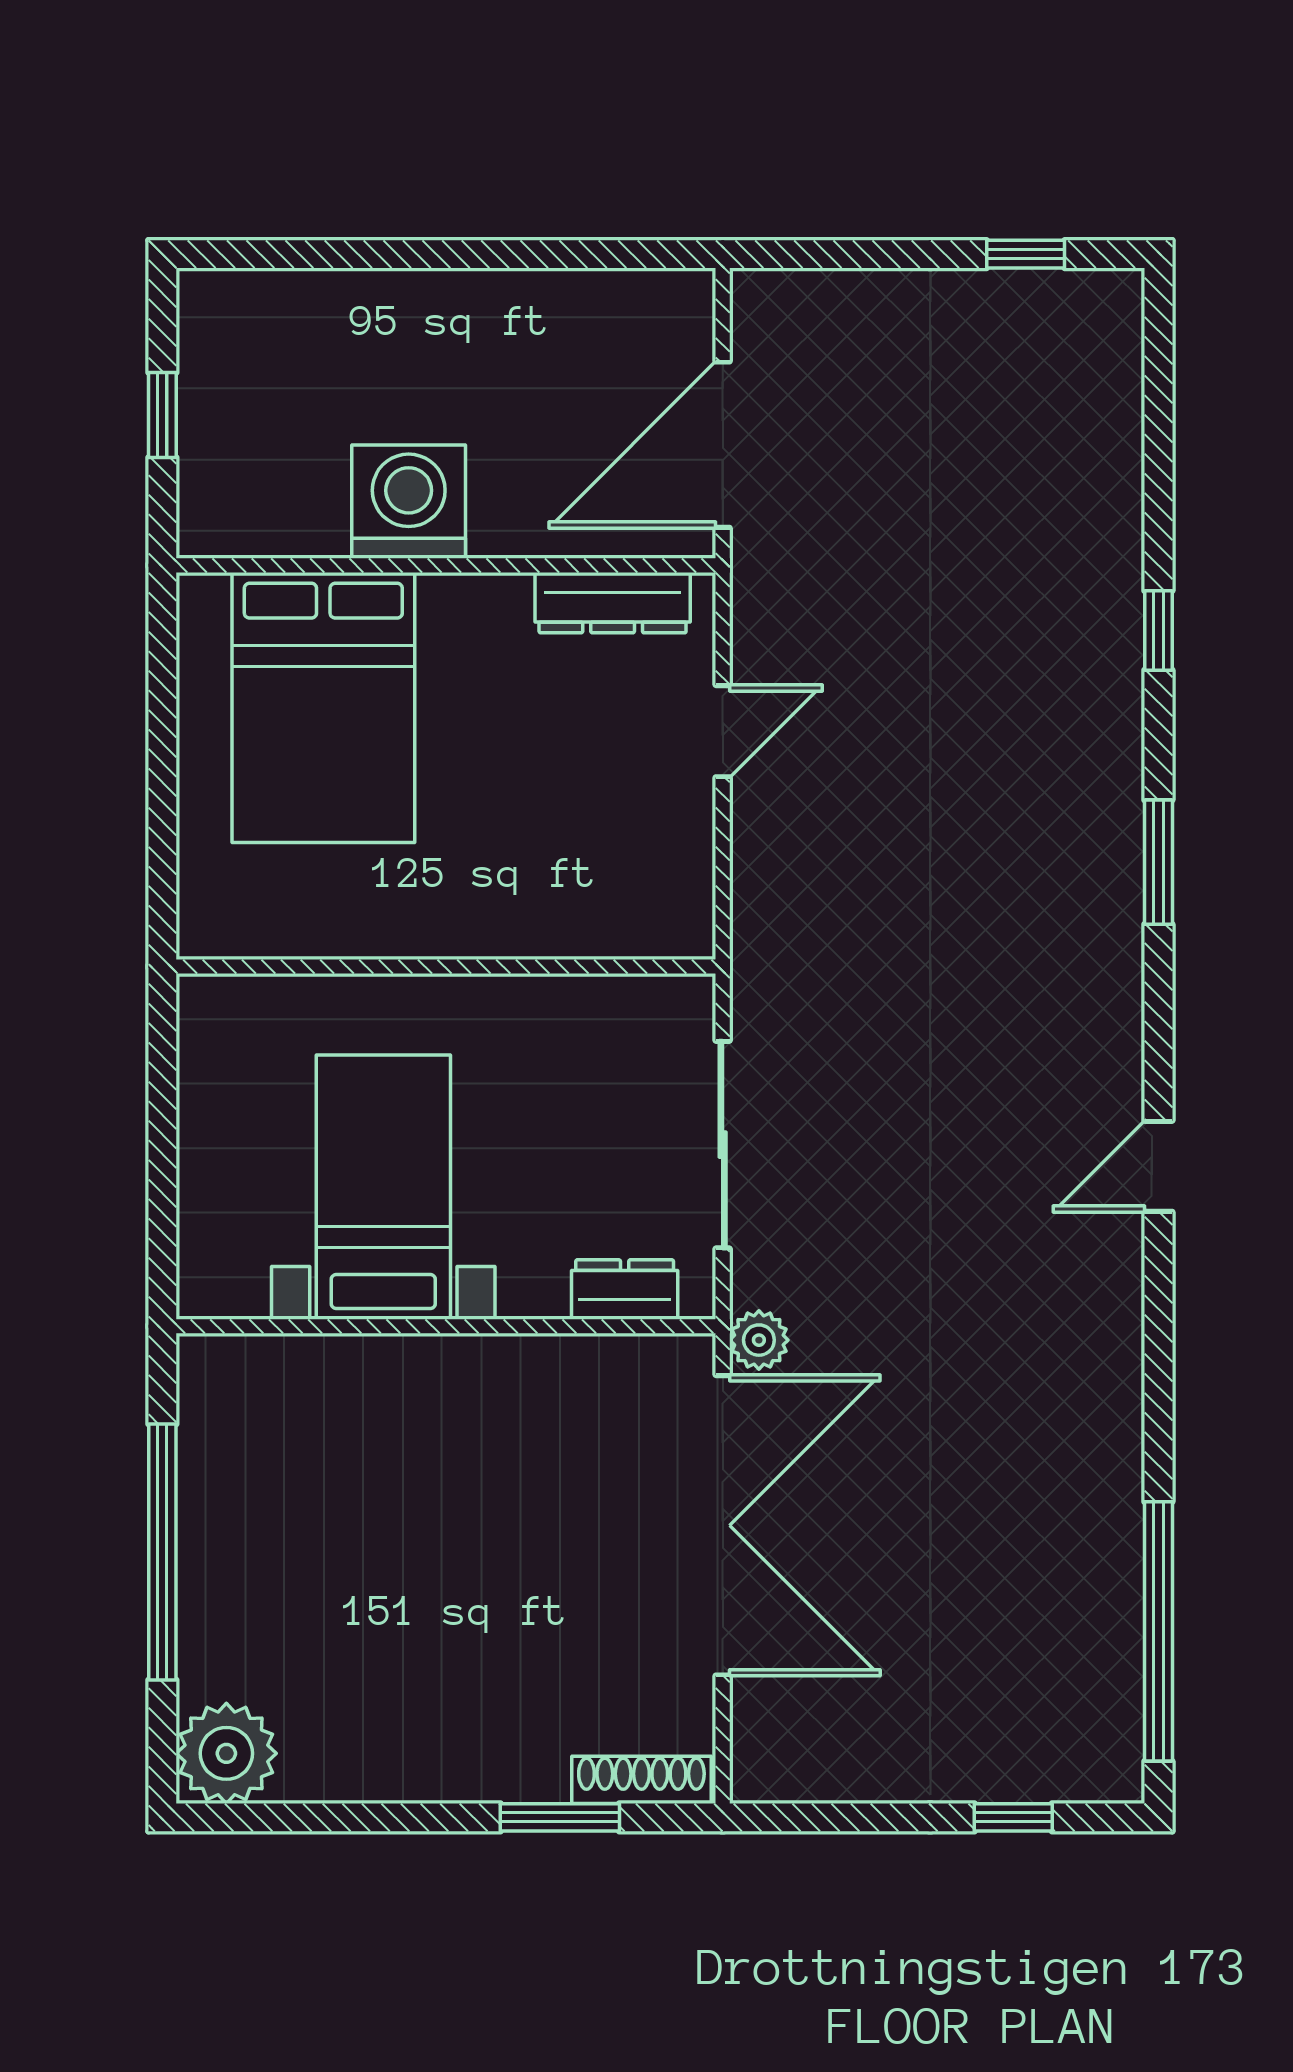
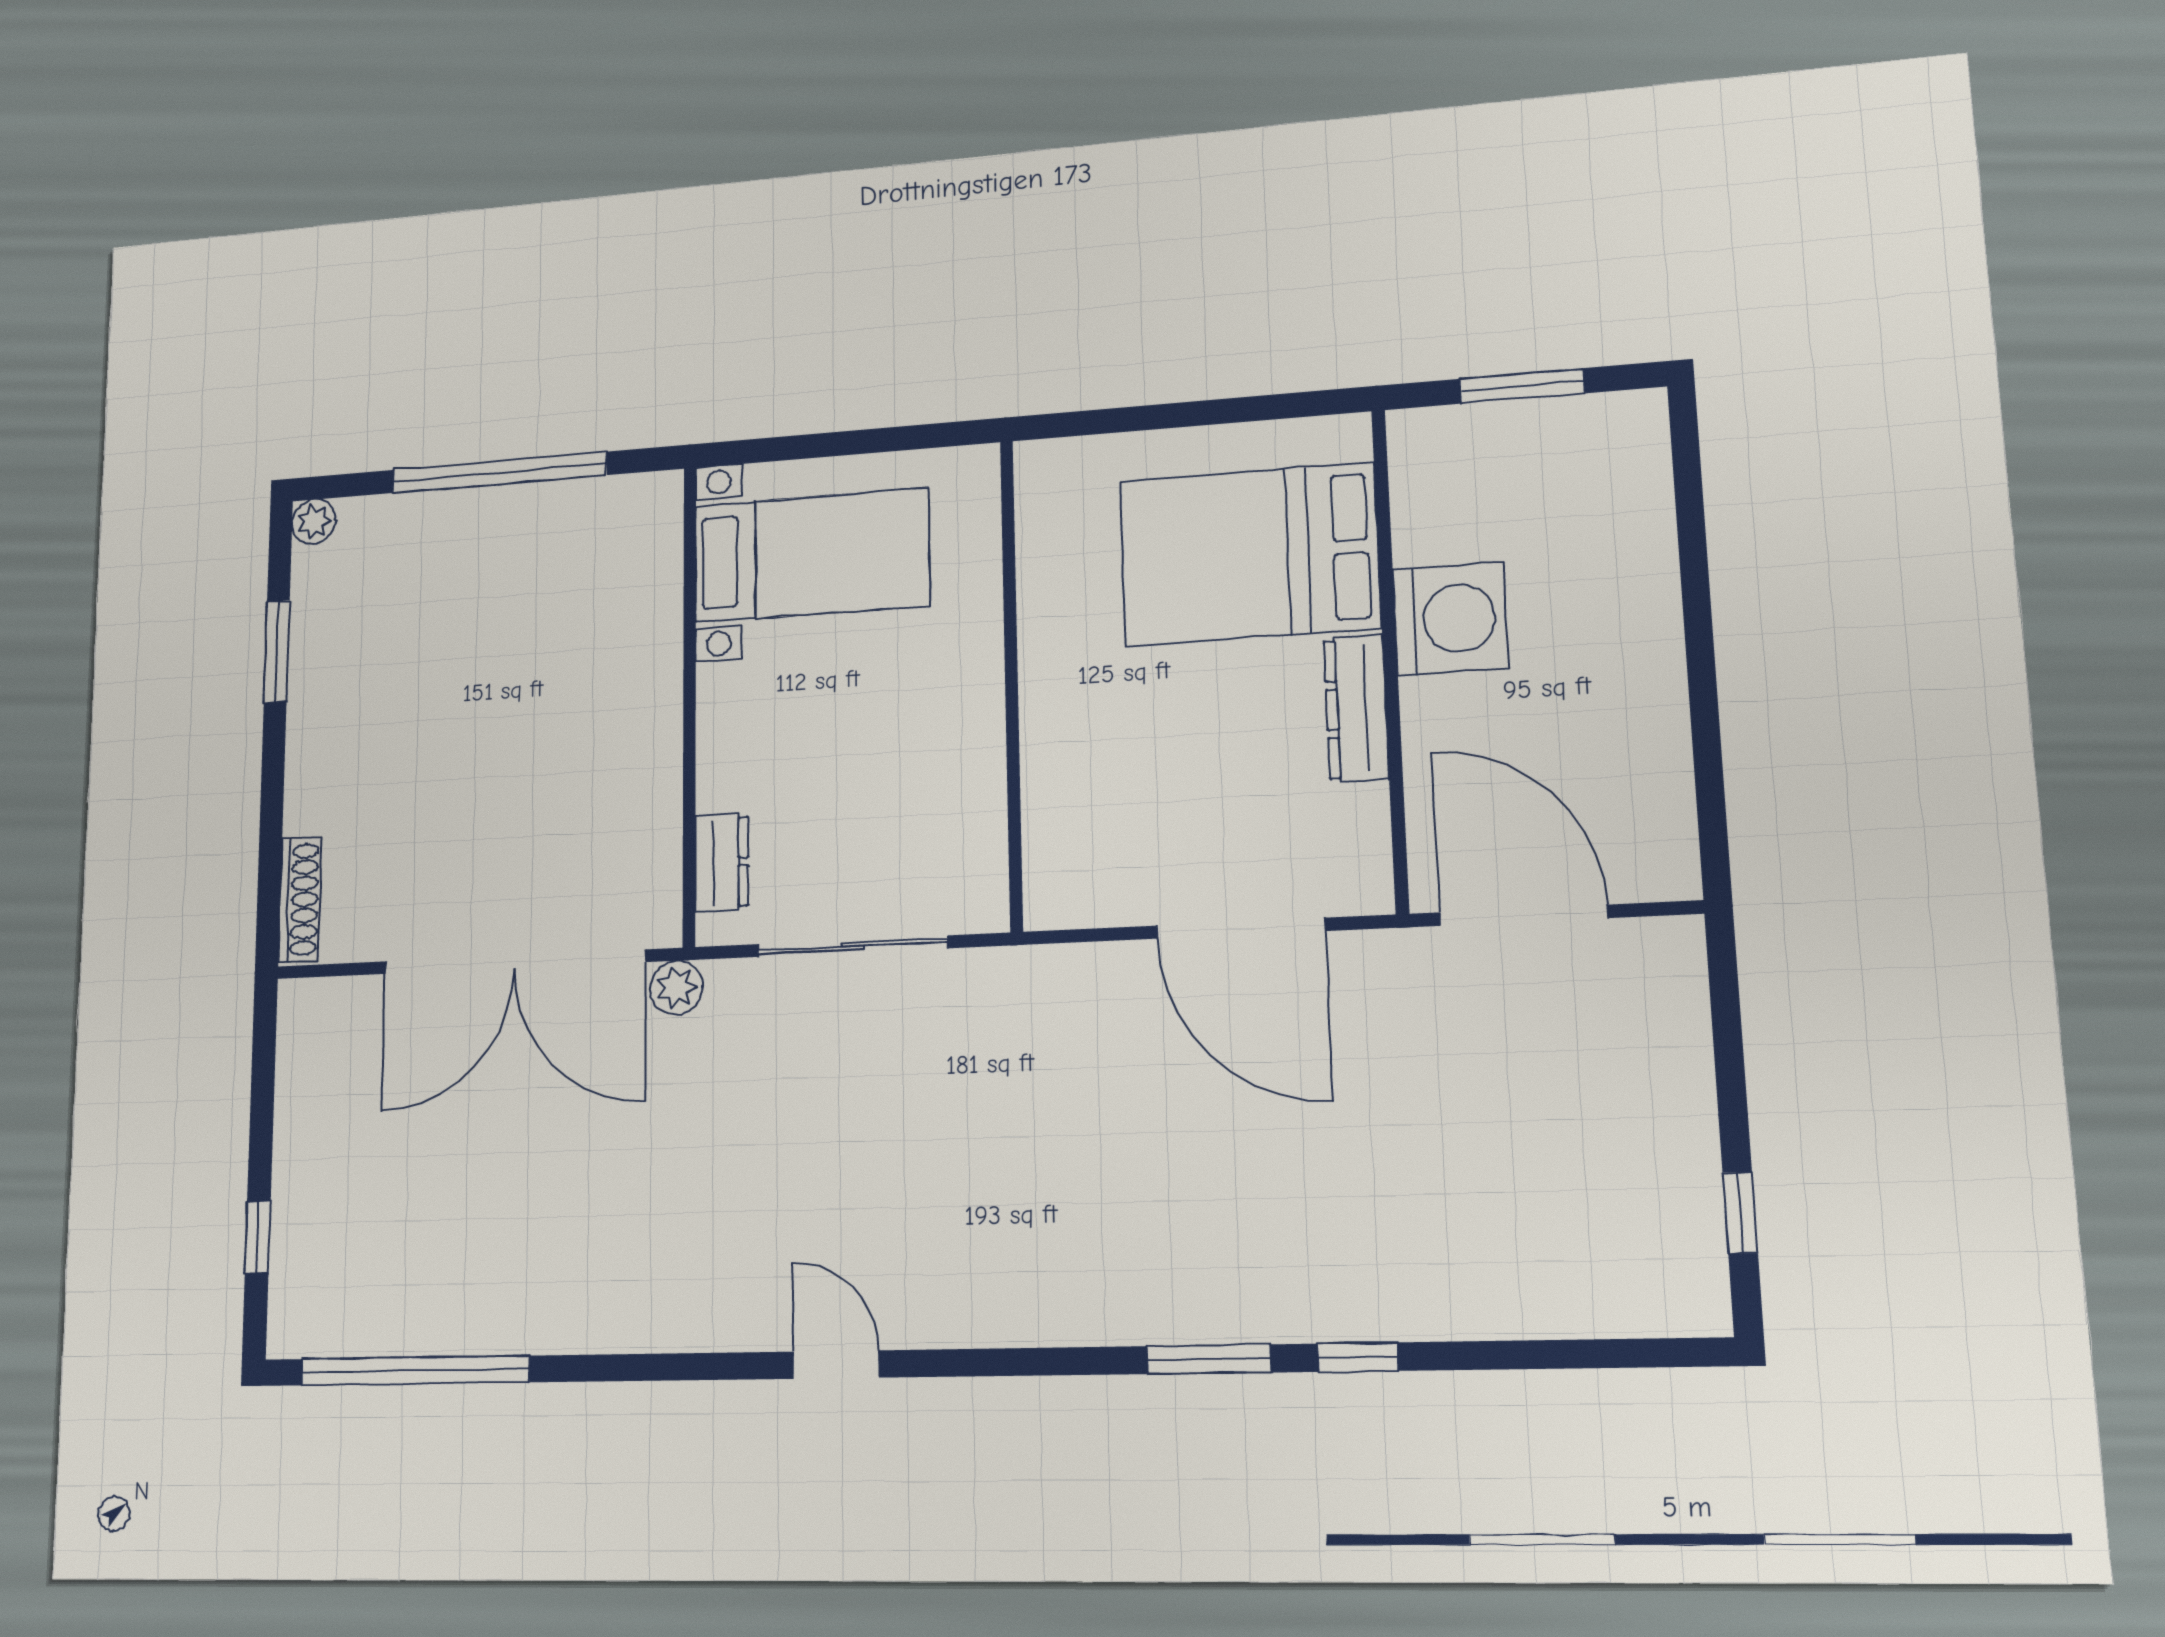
window: (162, 415) -> (1522, 386), width x1.50
dresser: (613, 603) -> (1356, 708), moved
door: (723, 731) -> (1241, 928), width x1.88
window: (1158, 862) -> (1209, 1359), moved
bed with nightstands: (383, 1187) -> (811, 555), moved
plant: (226, 1753) -> (314, 522), width x0.53, depth x0.53
window: (560, 1817) -> (277, 652), moved

